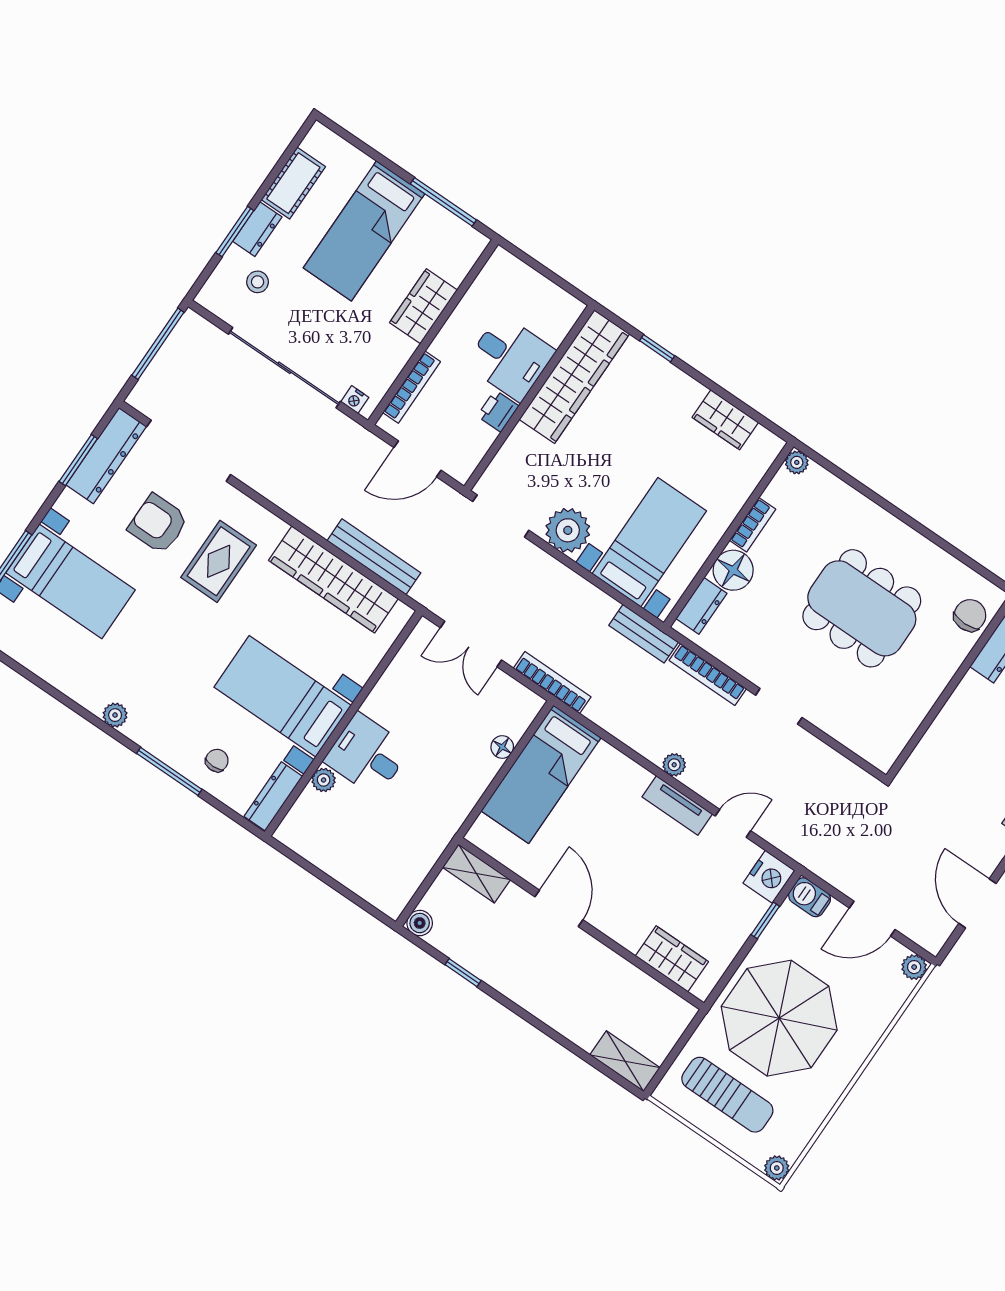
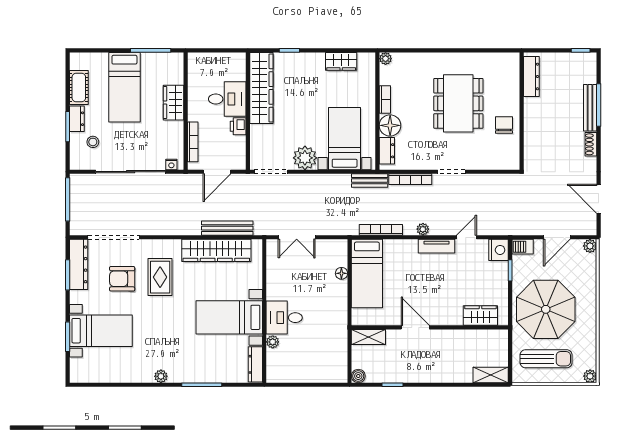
dining table: (862, 608) -> (458, 103), turned 90
chair: (970, 615) -> (504, 125), moved
bookcase: (552, 683) -> (381, 230), moved
chair: (217, 760) -> (220, 366), removed

